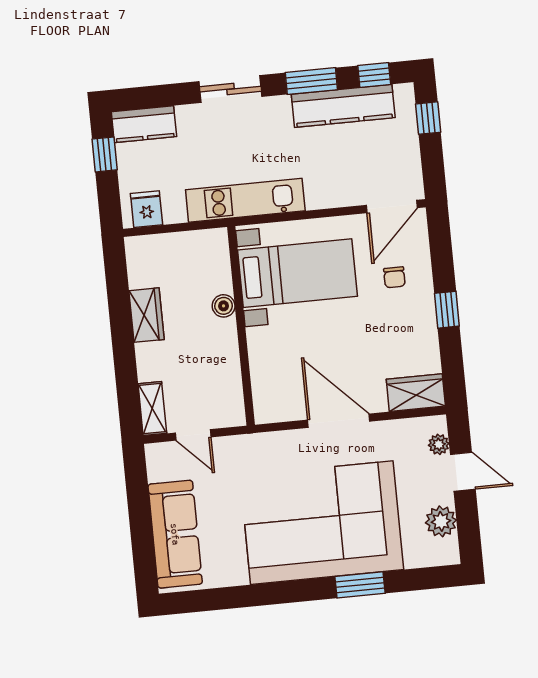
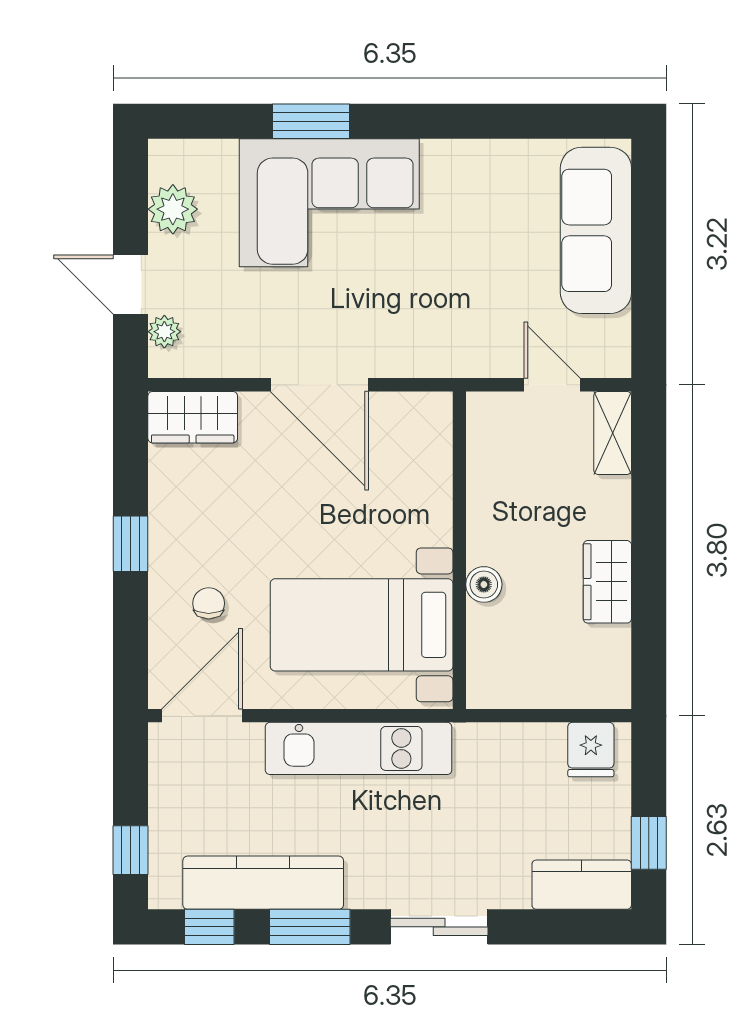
kitchen unit: (245, 200) -> (359, 748), moved
corner sofa: (322, 523) -> (329, 203), width x0.73, depth x0.74

